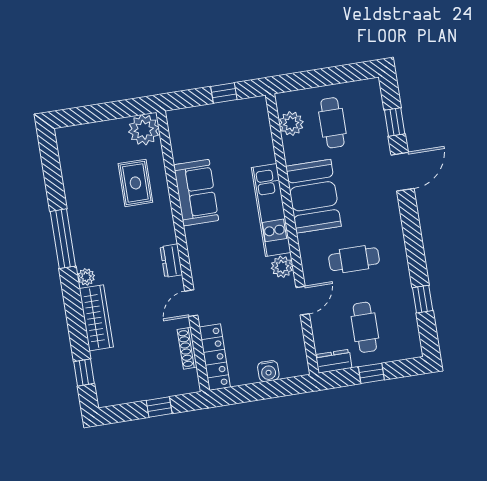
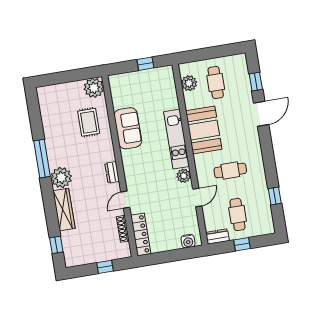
plant: (86, 277) -> (61, 178), width x1.87, depth x1.87
water cooler: (268, 371) -> (188, 241), moved

